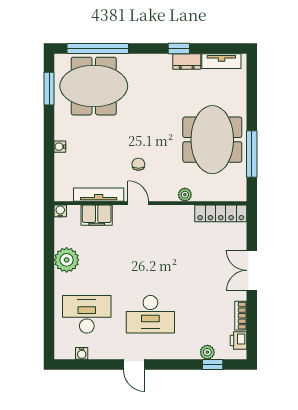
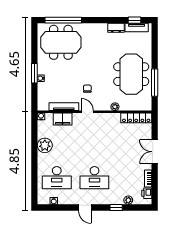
window: (179, 49) -> (134, 20), moved
window: (49, 89) -> (34, 73), moved
desk: (87, 314) -> (57, 178), turned 180
window: (213, 365) -> (116, 208), moved

